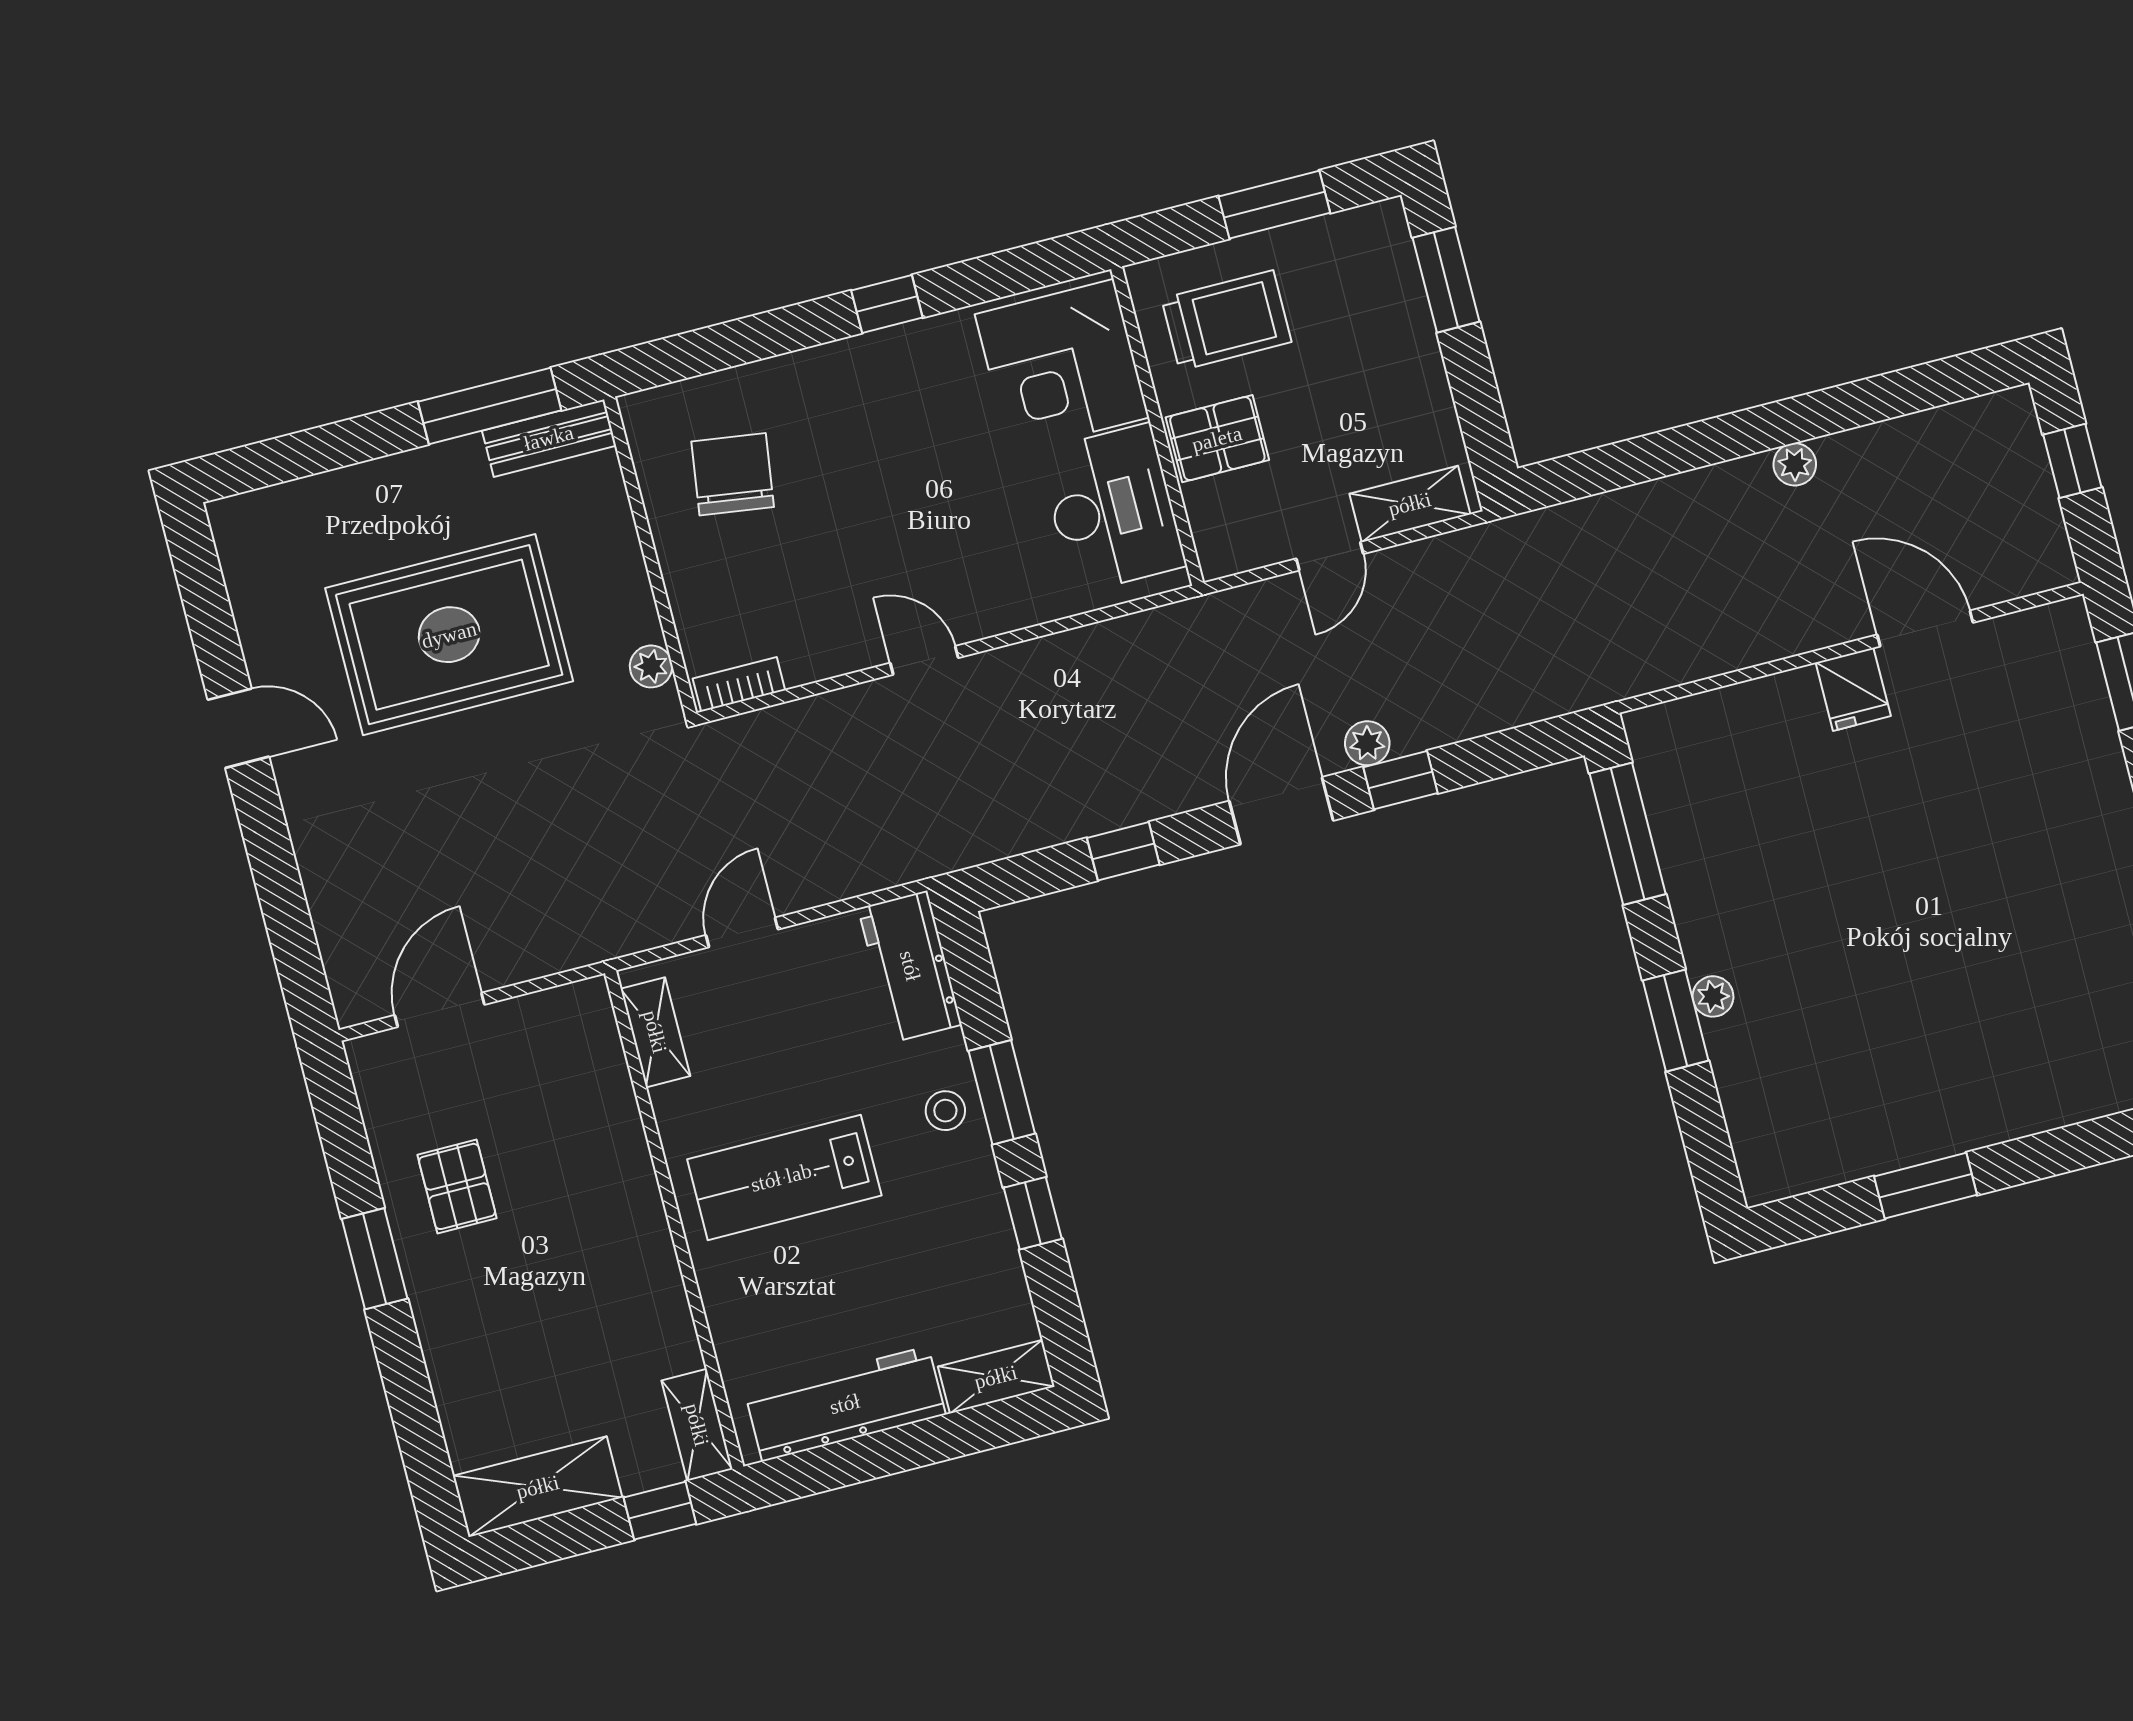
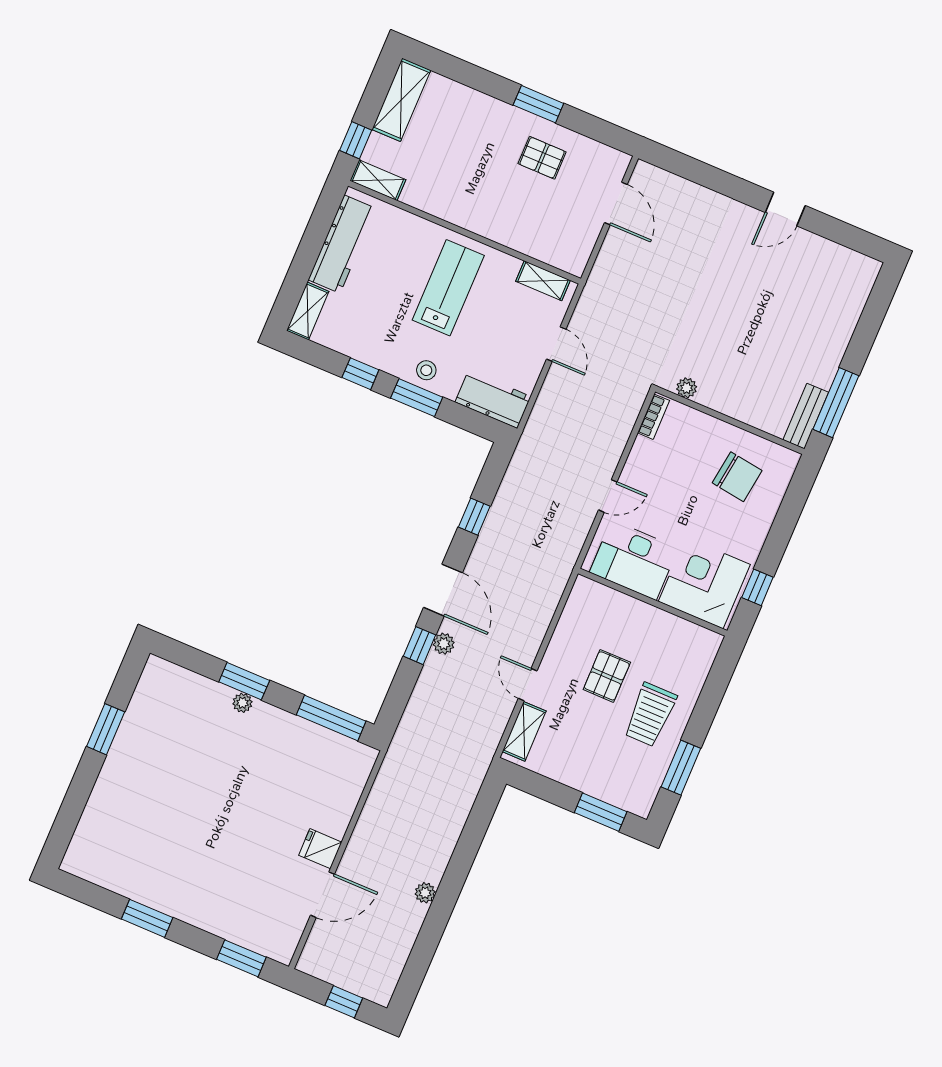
corner desk: (1062, 366) -> (704, 583), moved
wall: (1157, 426) -> (653, 602), moved
desk: (1112, 509) -> (634, 560), moved
rug: (449, 635) -> (759, 319), removed

